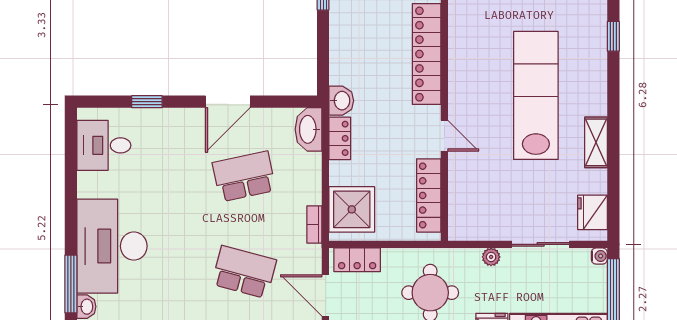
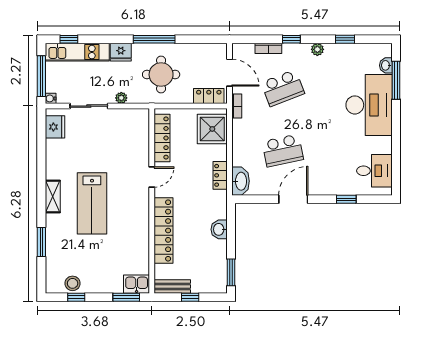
window: (613, 36) -> (41, 242), width x1.50
lab bench: (536, 95) -> (92, 203), width x0.73
washbasin: (341, 101) -> (219, 229), moved
door: (444, 136) -> (152, 177), swing flipped
shelving: (596, 142) -> (53, 196), moved
bookcase: (314, 225) -> (237, 106), moved
school desk: (244, 272) -> (283, 88), turned -36

